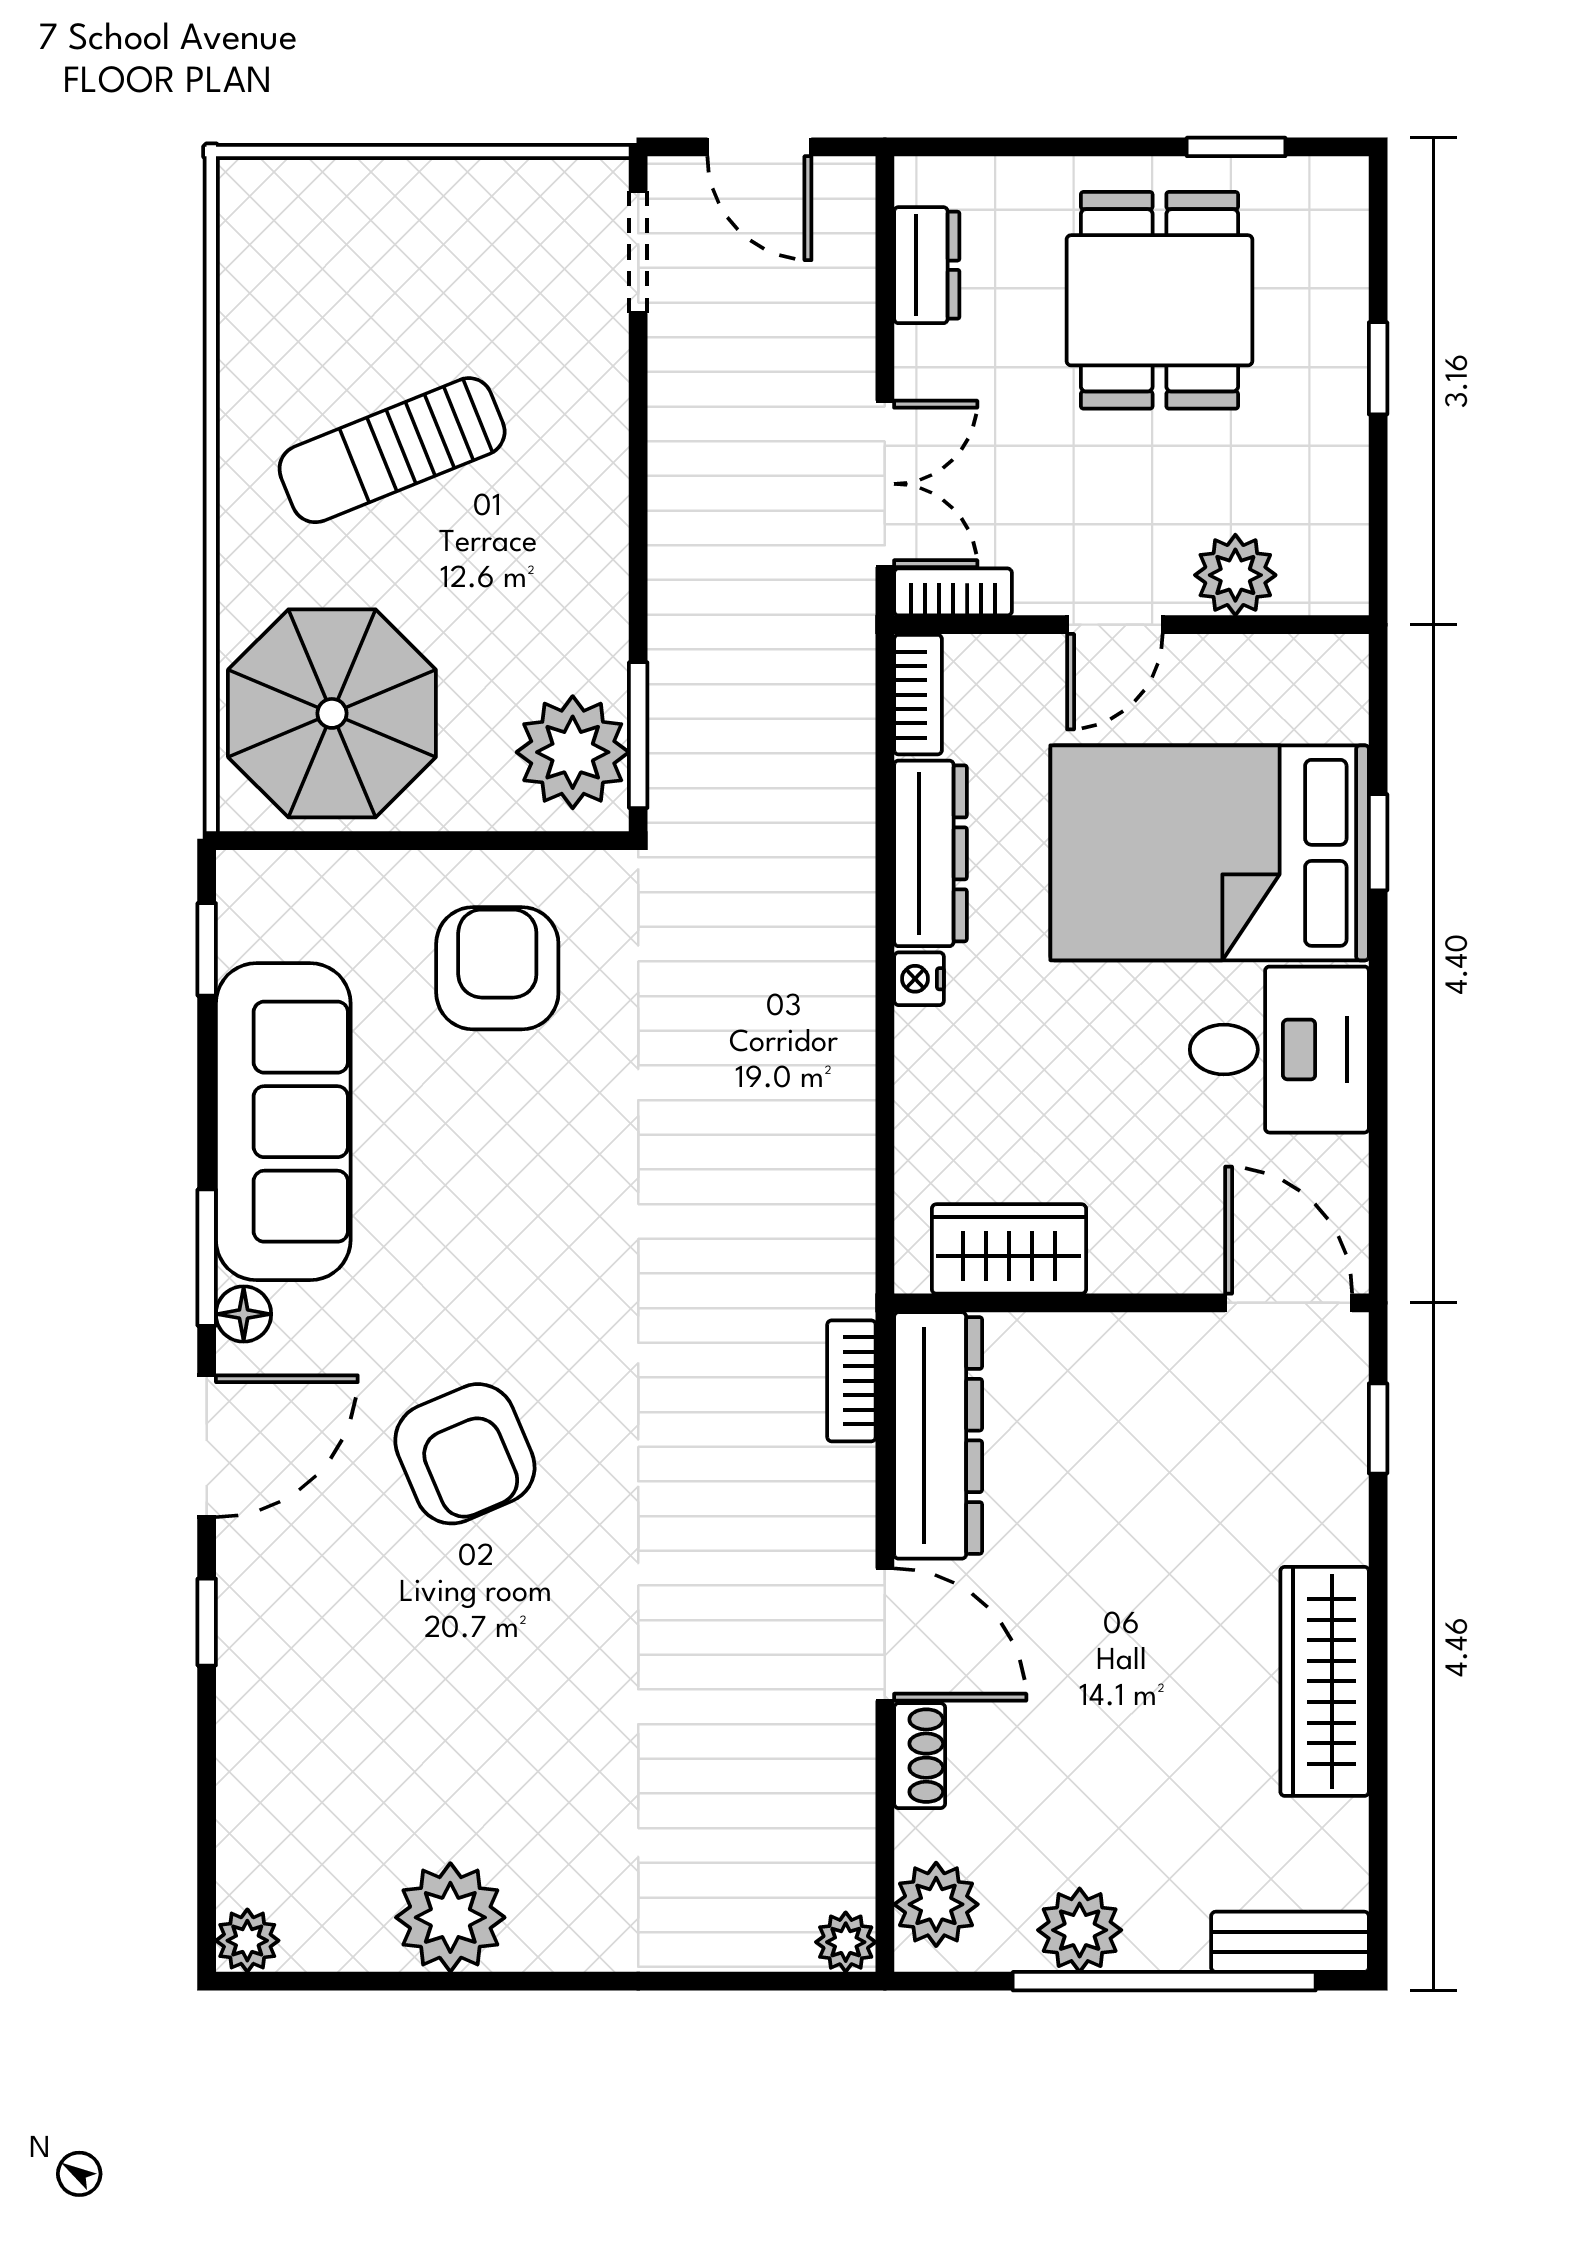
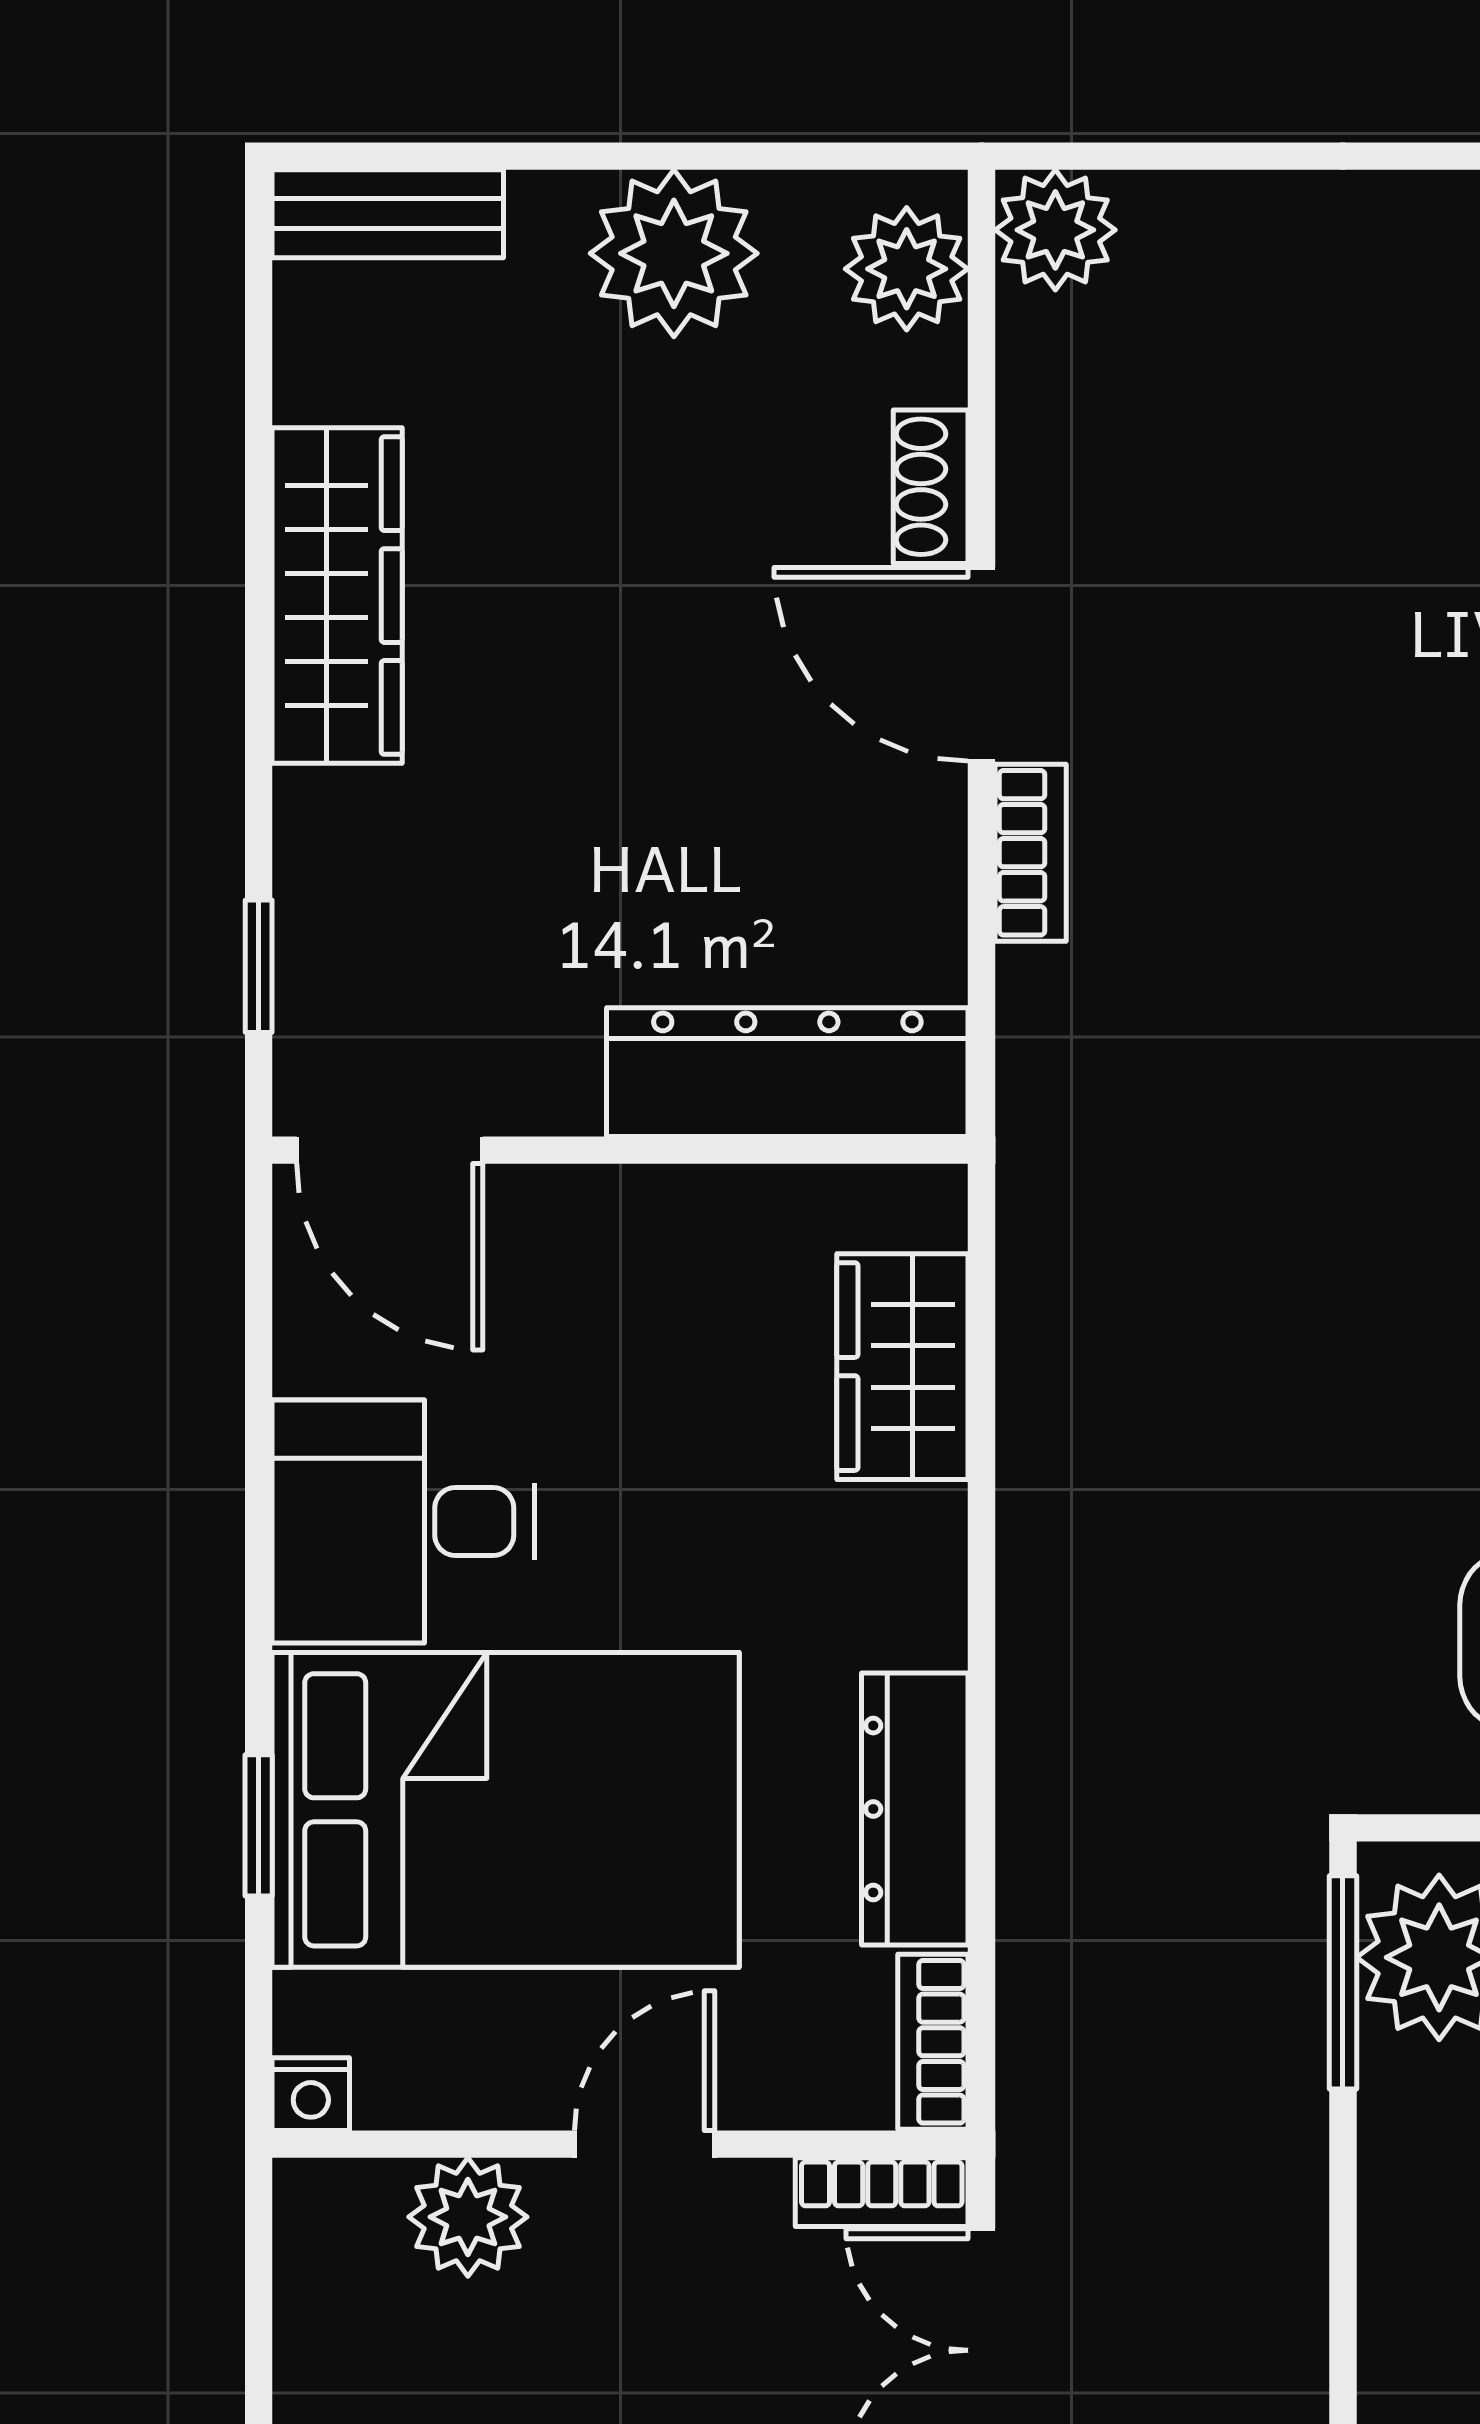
nightstand: (919, 979) -> (311, 2094), moved, turned 90
wardrobe: (1009, 1249) -> (902, 1367), moved, turned 90
bookcase: (851, 1381) -> (1031, 853), moved
dresser: (938, 1435) -> (787, 1072), moved, turned 90
plant: (1080, 1930) -> (674, 253), width x1.36, depth x1.36
plant: (846, 1942) -> (1055, 230), width x1.38, depth x1.38
window: (1164, 1981) -> (572, 156), removed

